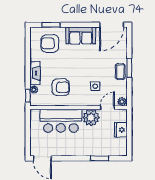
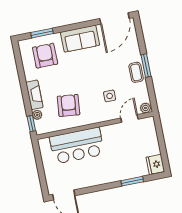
armchair: (50, 43) -> (45, 56), turned 90
armchair: (61, 87) -> (69, 105), turned -84
plant: (91, 118) -> (112, 134), removed
fridge: (121, 130) -> (155, 164), moved

